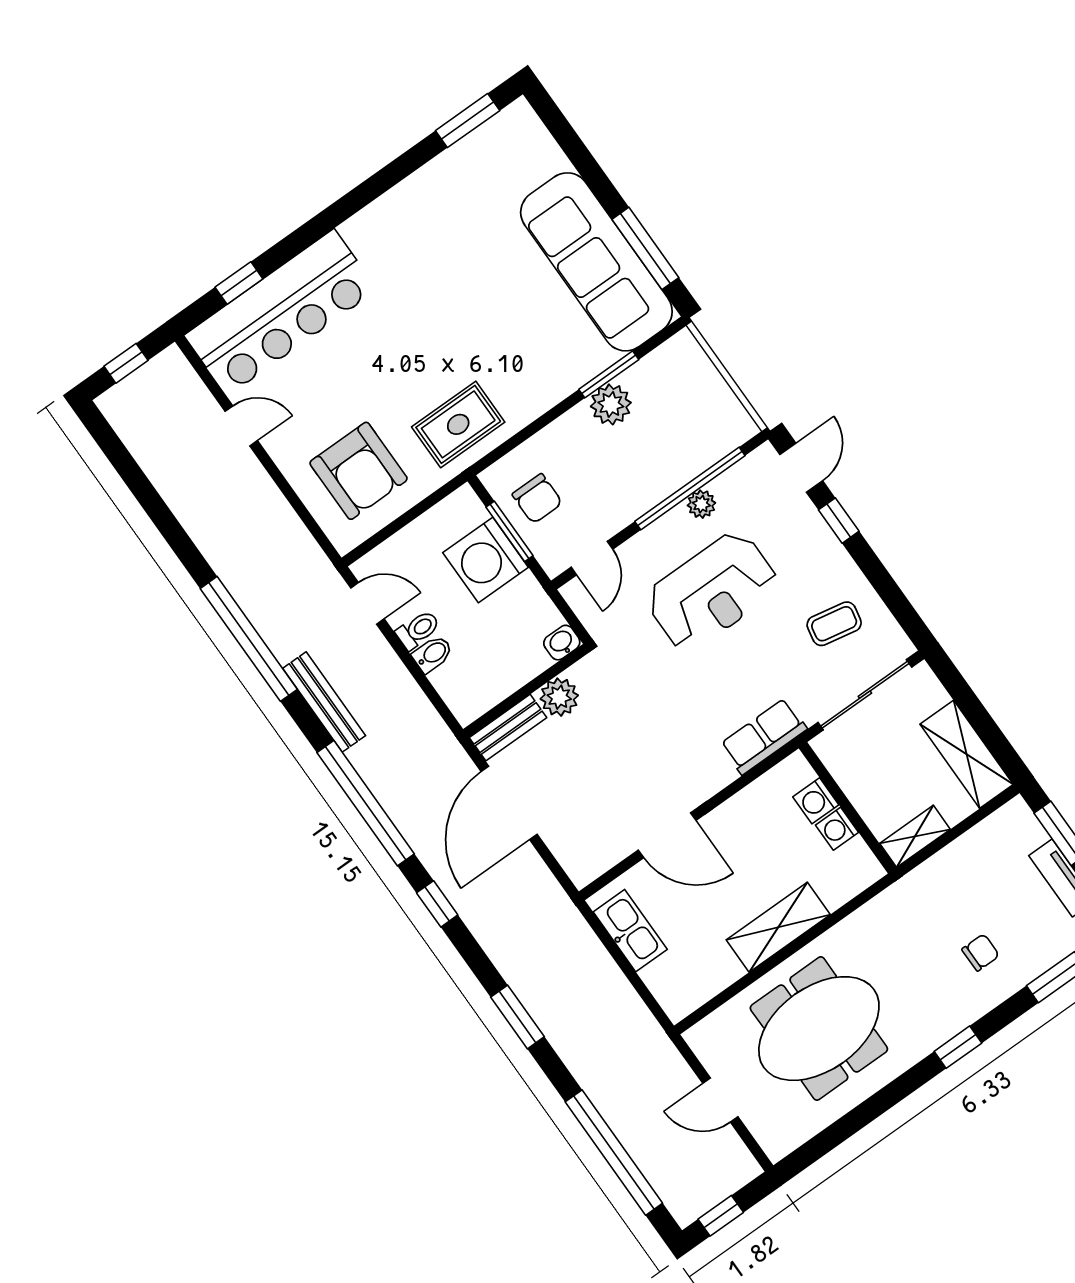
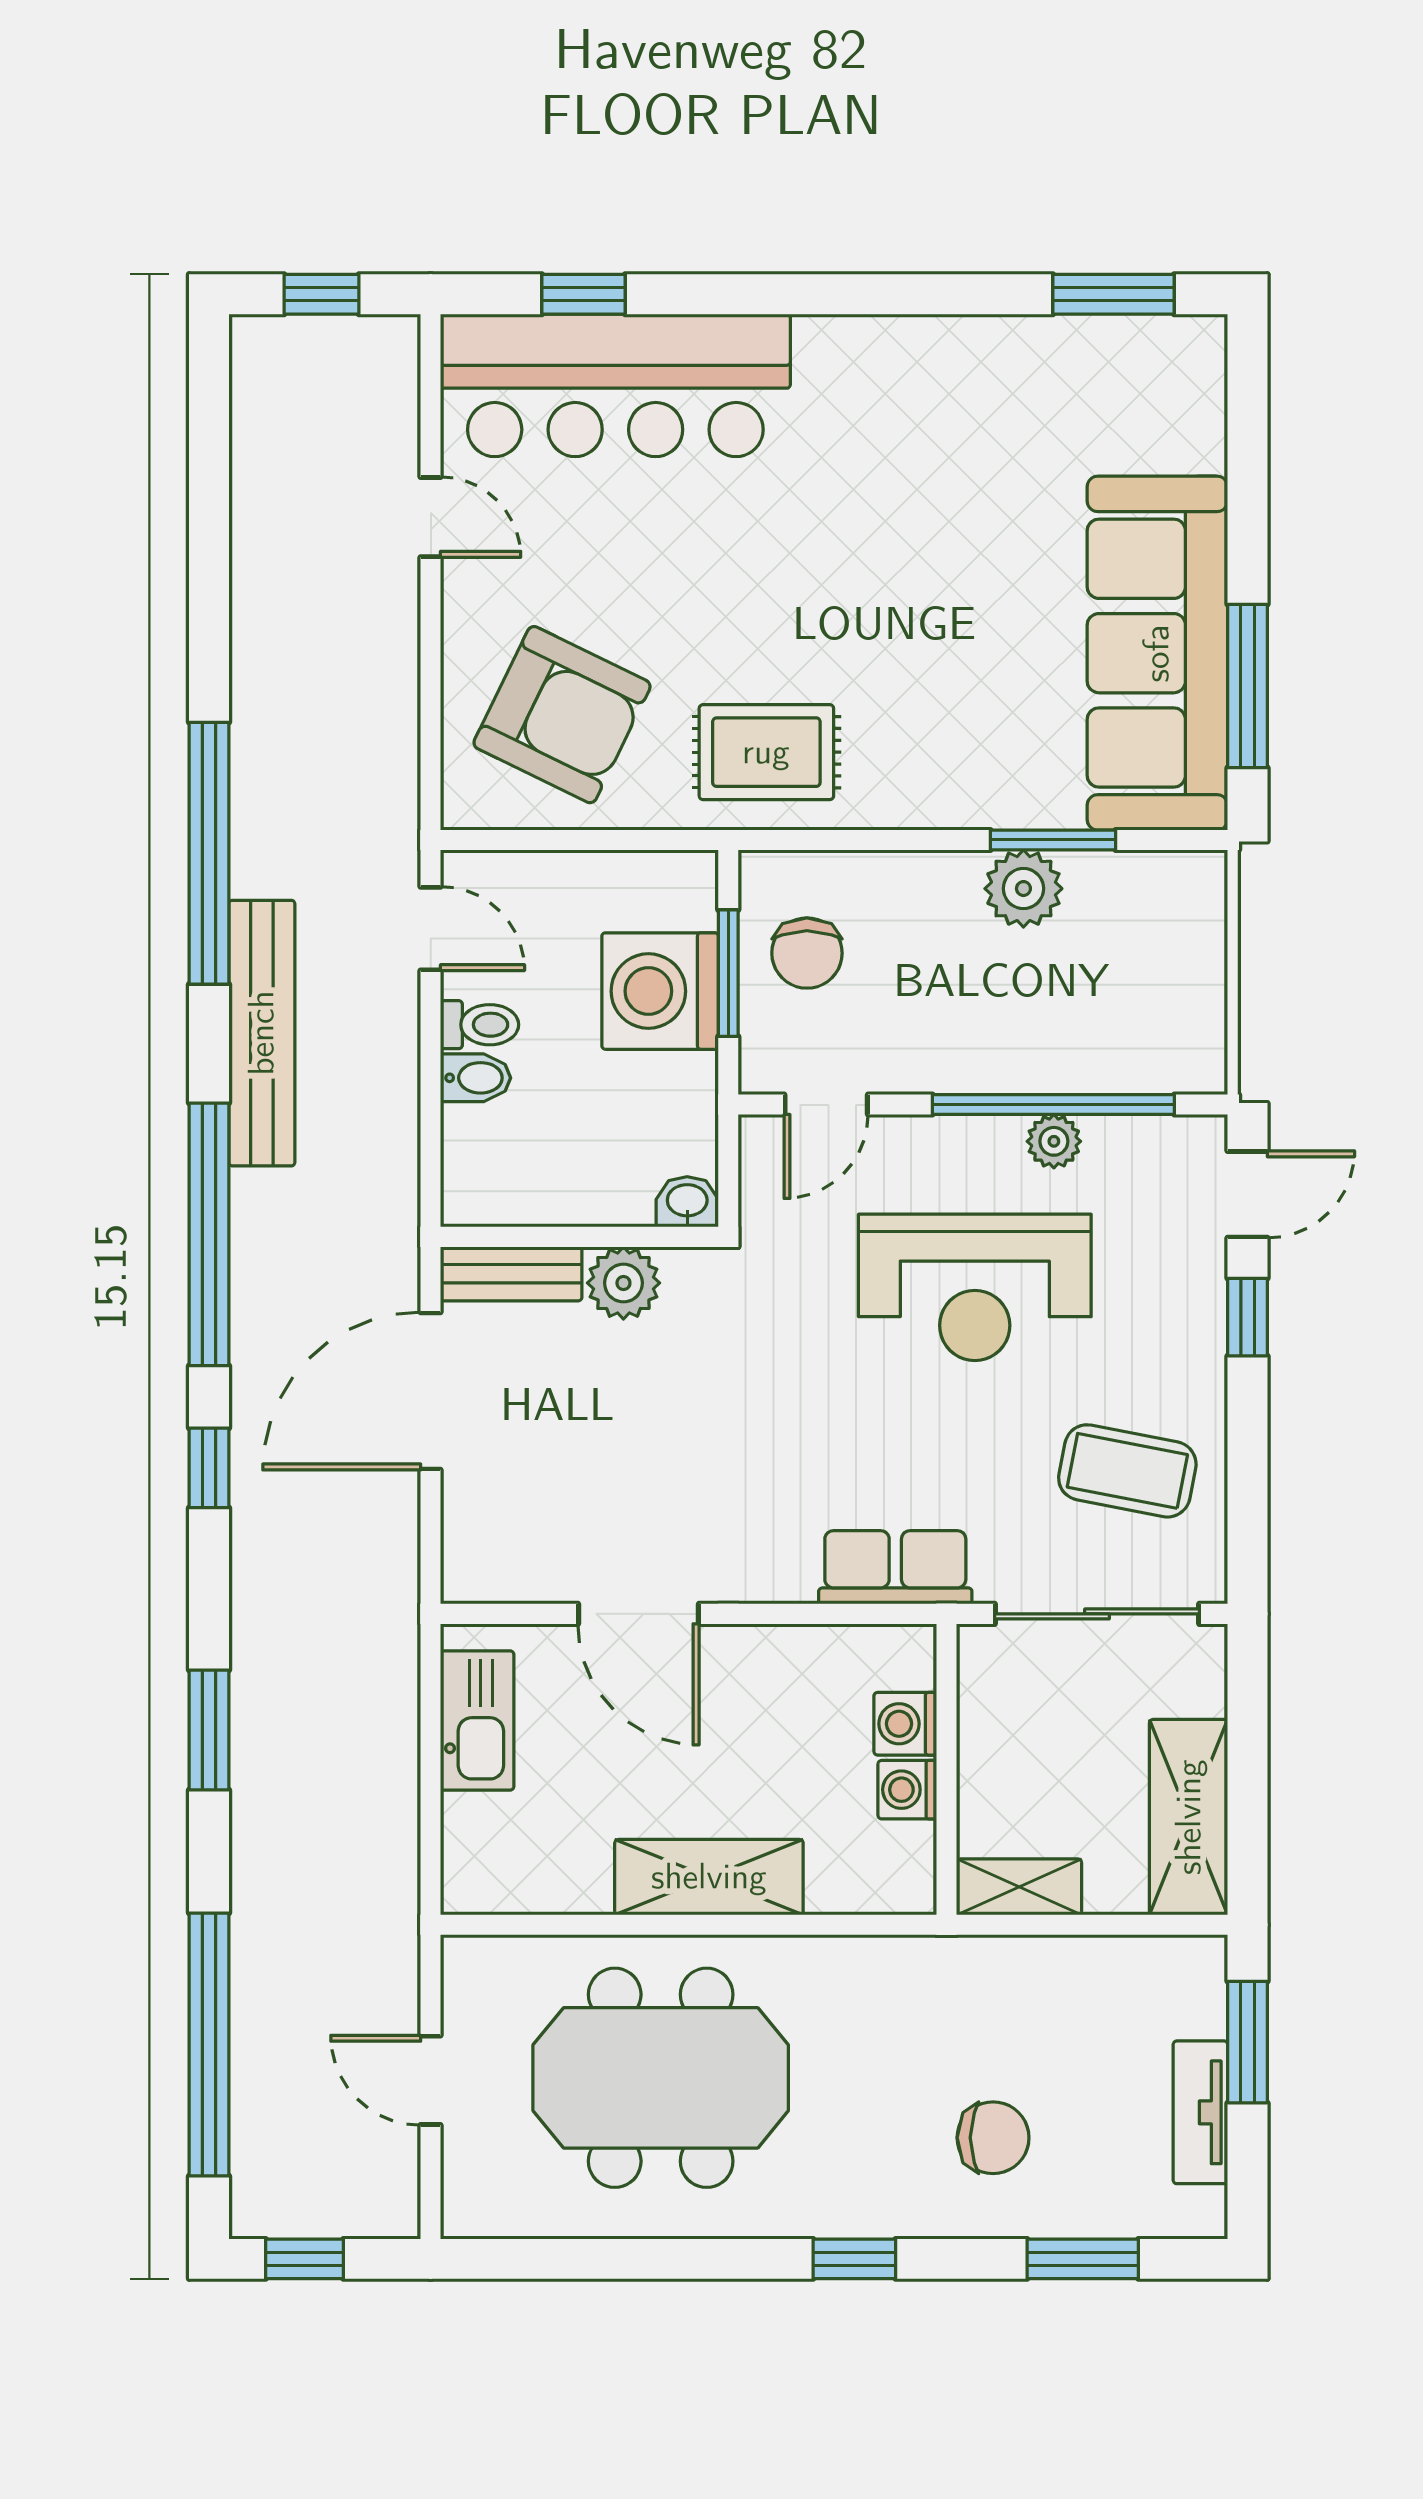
armchair: (359, 471) -> (562, 715), turned -64
coffee table: (834, 624) -> (1127, 1471), width x1.36, depth x1.30
bench: (324, 702) -> (262, 1033), width x1.37, depth x1.21
chair: (981, 952) -> (993, 2138), width x1.37, depth x1.37

